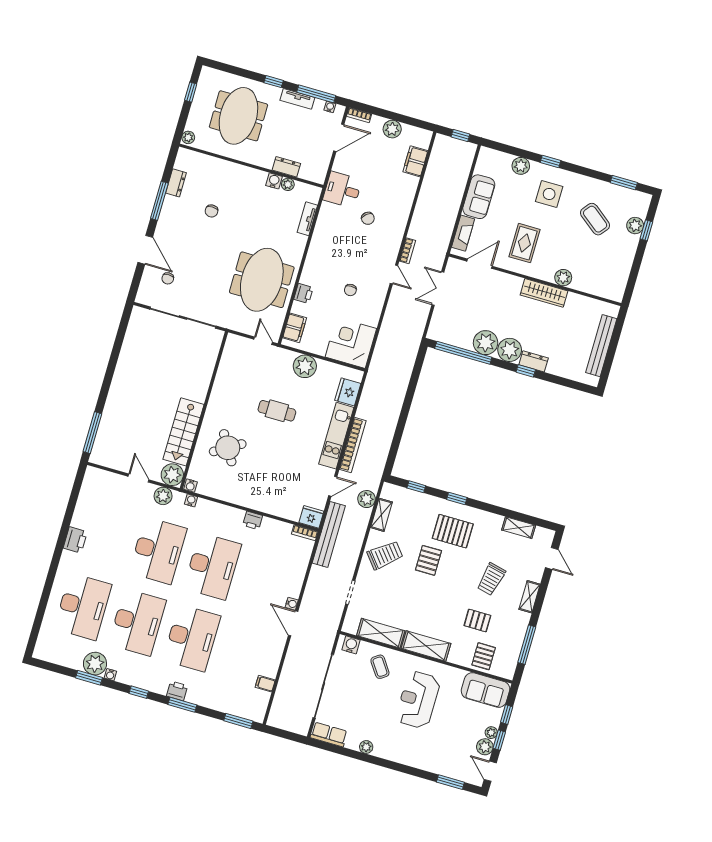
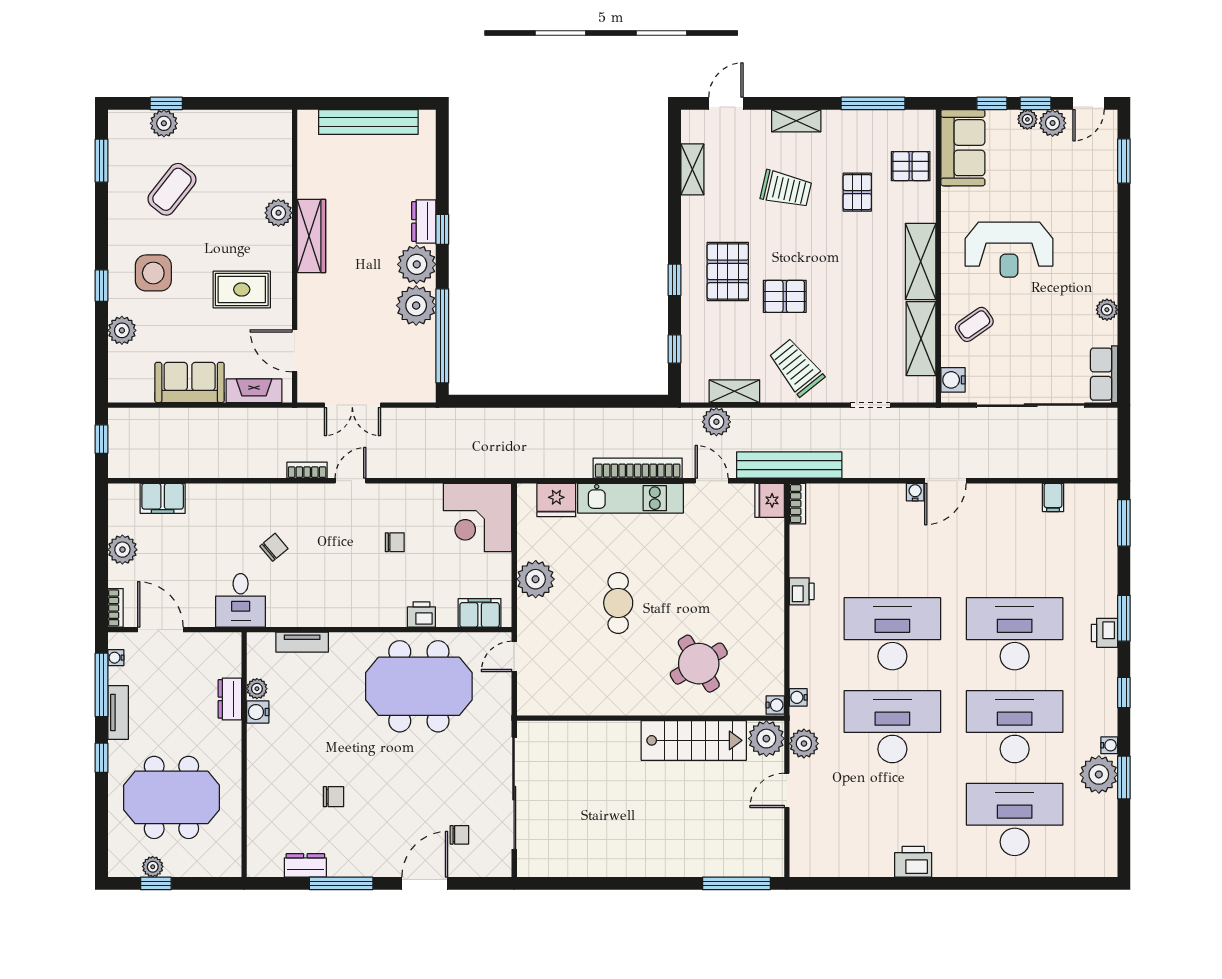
plant: (188, 137) -> (153, 867), moved

